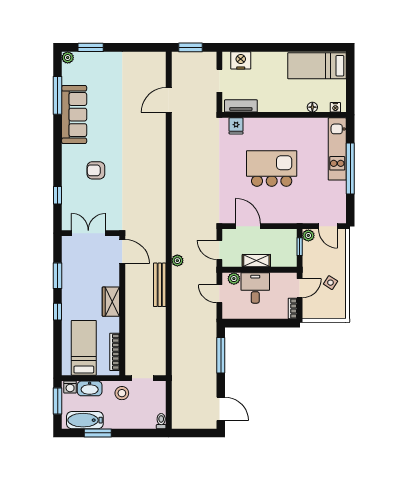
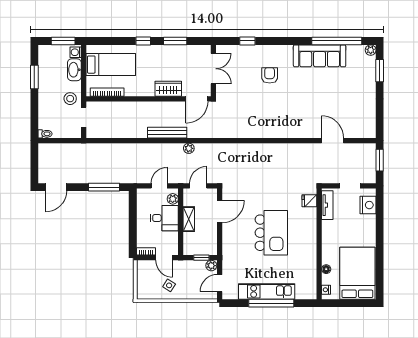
bed: (317, 66) -> (357, 273), width x1.50
window: (58, 95) -> (337, 41), width x1.46
kitchen unit: (337, 149) -> (267, 291), moved
wardrobe: (111, 302) -> (168, 89), moved
bathtub: (85, 420) -> (46, 65), removed

